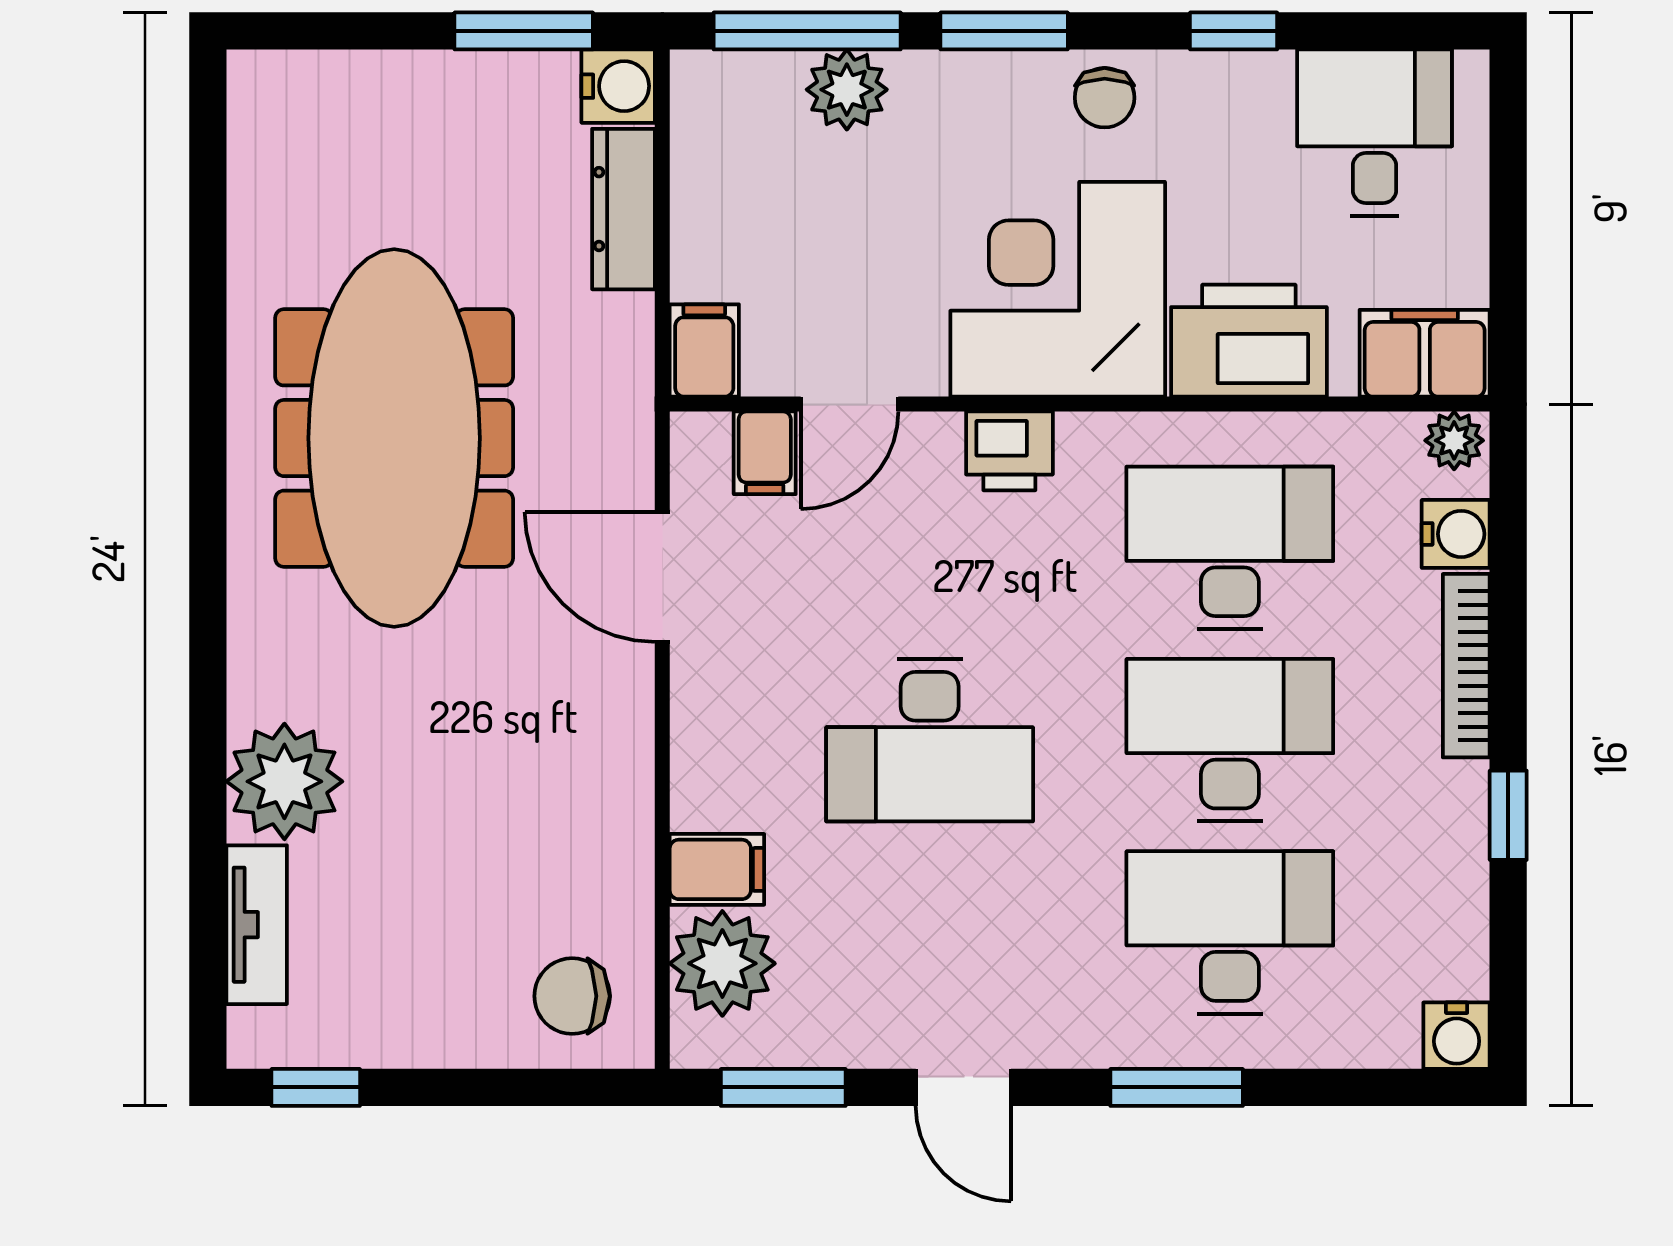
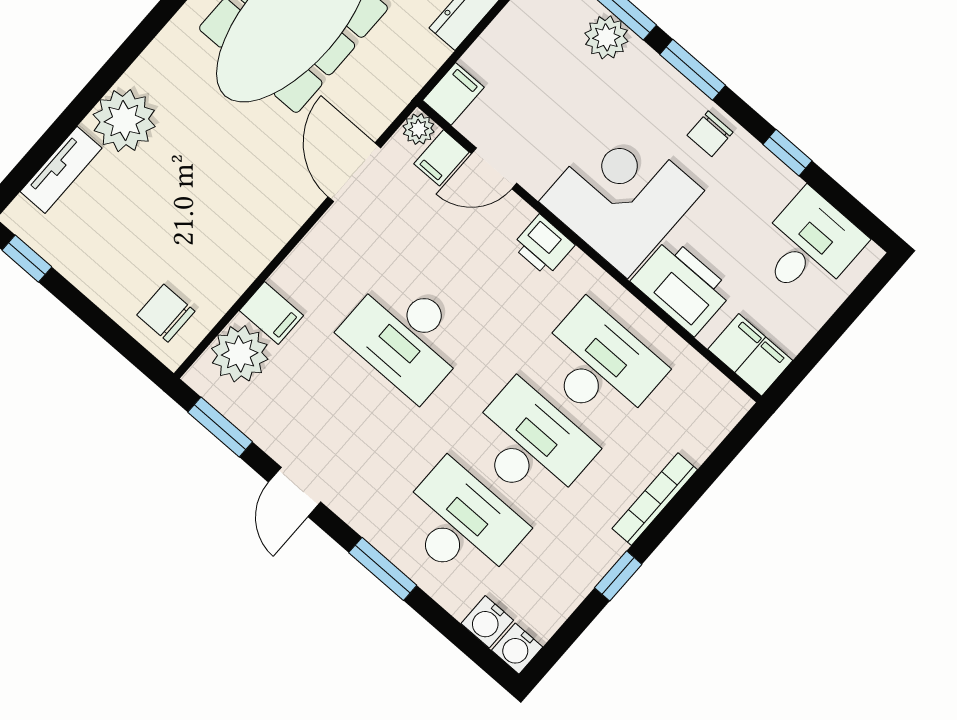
plant: (1454, 440) -> (419, 129), moved
water cooler: (1456, 534) -> (487, 622), moved, turned 90

